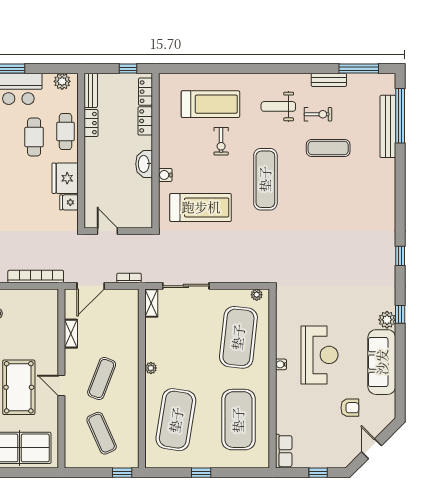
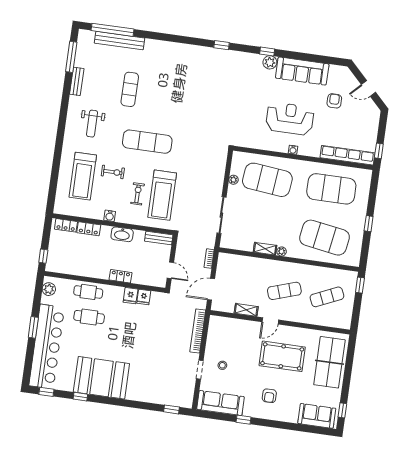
window: (128, 69) -> (43, 256), moved
bench: (91, 90) -> (159, 238), moved
treadmill: (210, 104) -> (83, 176), turned 180
exercise bike: (318, 114) -> (138, 194), moved
locker: (91, 123) -> (121, 276), moved
water cooler: (165, 175) -> (110, 216), moved
fridge: (65, 178) -> (130, 296), width x0.53, depth x0.75
treadmill: (201, 207) -> (162, 195), turned 180
door: (107, 231) -> (170, 270), swing flipped
door: (91, 286) -> (211, 289), swing flipped
plant: (257, 295) -> (233, 180), moved
shelving: (151, 303) -> (265, 249), moved
exercise mat: (102, 378) -> (284, 291), turned -39
door: (61, 385) -> (270, 321), moved
row of seats: (284, 451) -> (347, 155), width x2.02
window: (318, 473) -> (379, 151), moved

